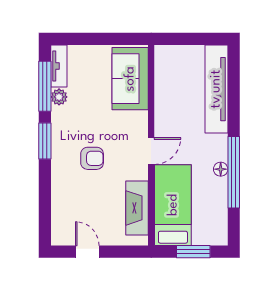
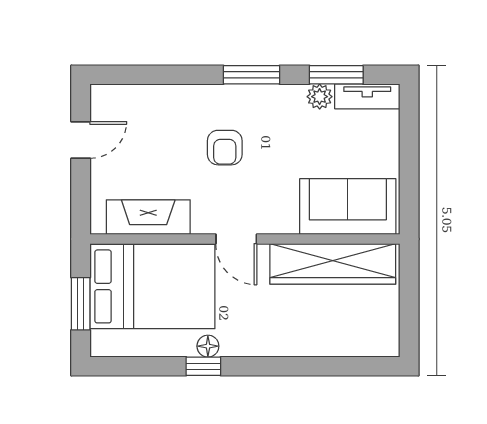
window: (45, 86) -> (336, 75), width x0.69
wardrobe: (167, 88) -> (333, 264), added
tv unit: (216, 89) -> (332, 340), removed
window: (234, 172) -> (203, 366), width x0.32
bed: (173, 205) -> (152, 286), width x1.50

